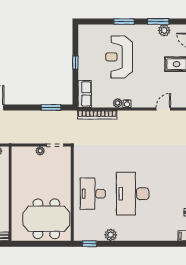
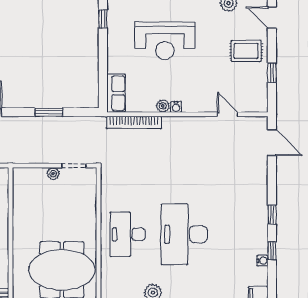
reception desk: (119, 57) -> (165, 41), turned -90
window: (75, 62) -> (103, 19), moved
window: (51, 107) -> (49, 112), moved
door: (163, 109) -> (227, 114), hinge flipped

